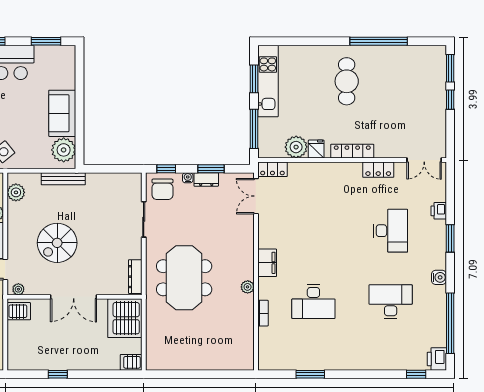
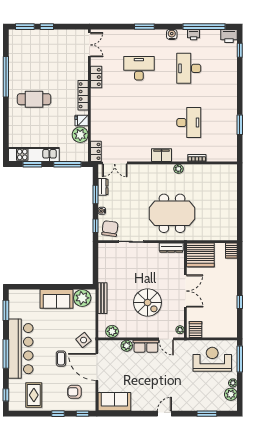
dresser: (206, 179) -> (103, 187), moved
chair: (162, 189) -> (110, 229), turned -82
printer: (439, 211) -> (194, 35), moved

